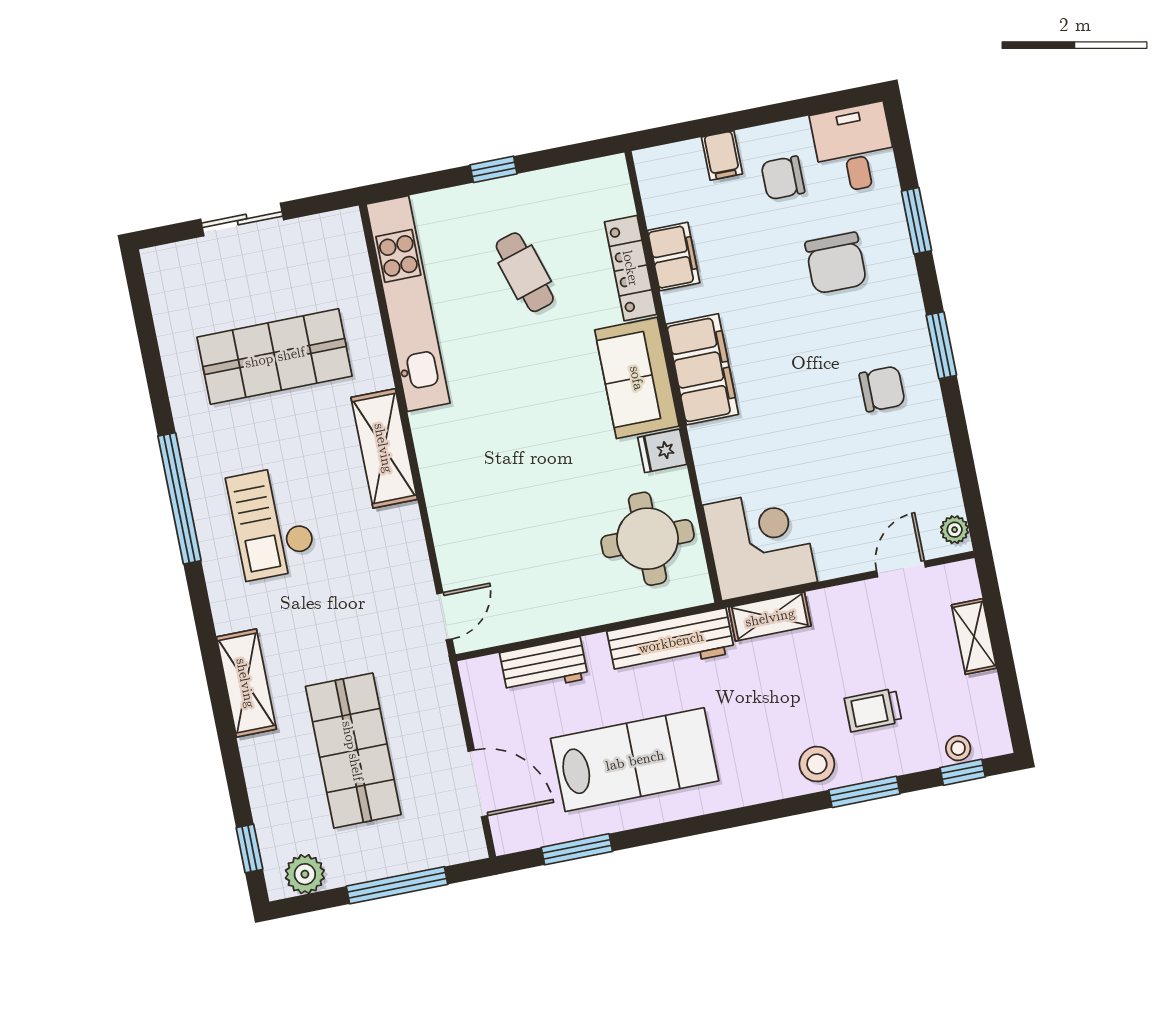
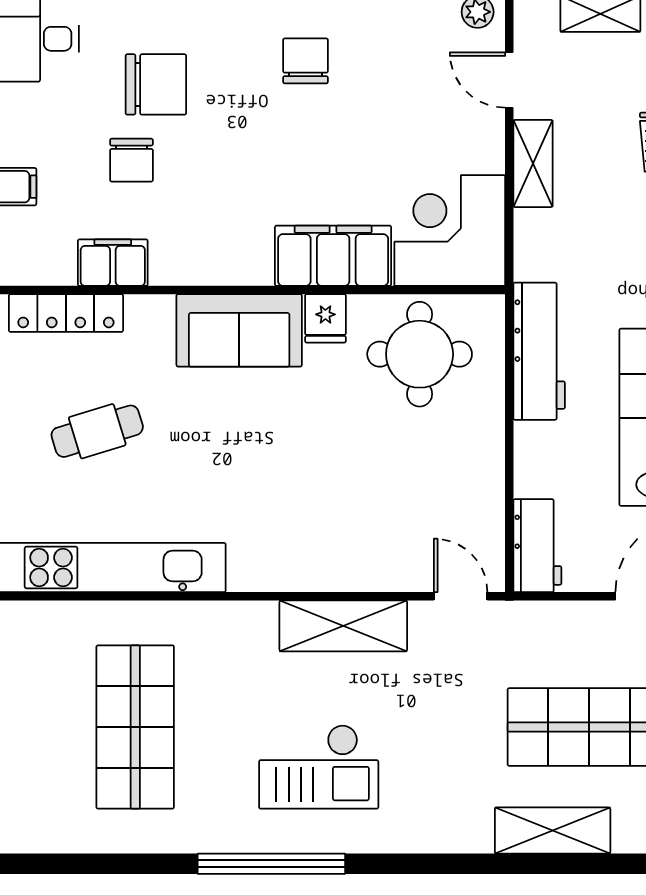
chair: (783, 178) -> (131, 160), moved
locker: (631, 268) -> (66, 313), moved
filing cabinet: (702, 369) -> (333, 256), moved
shelving: (384, 448) -> (343, 626), moved
shelving: (770, 617) -> (533, 163), moved
workbench: (544, 666) -> (537, 546), moved
shelving: (246, 683) -> (553, 831), moved

